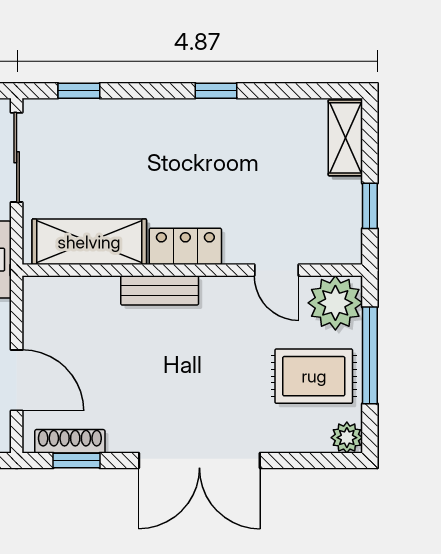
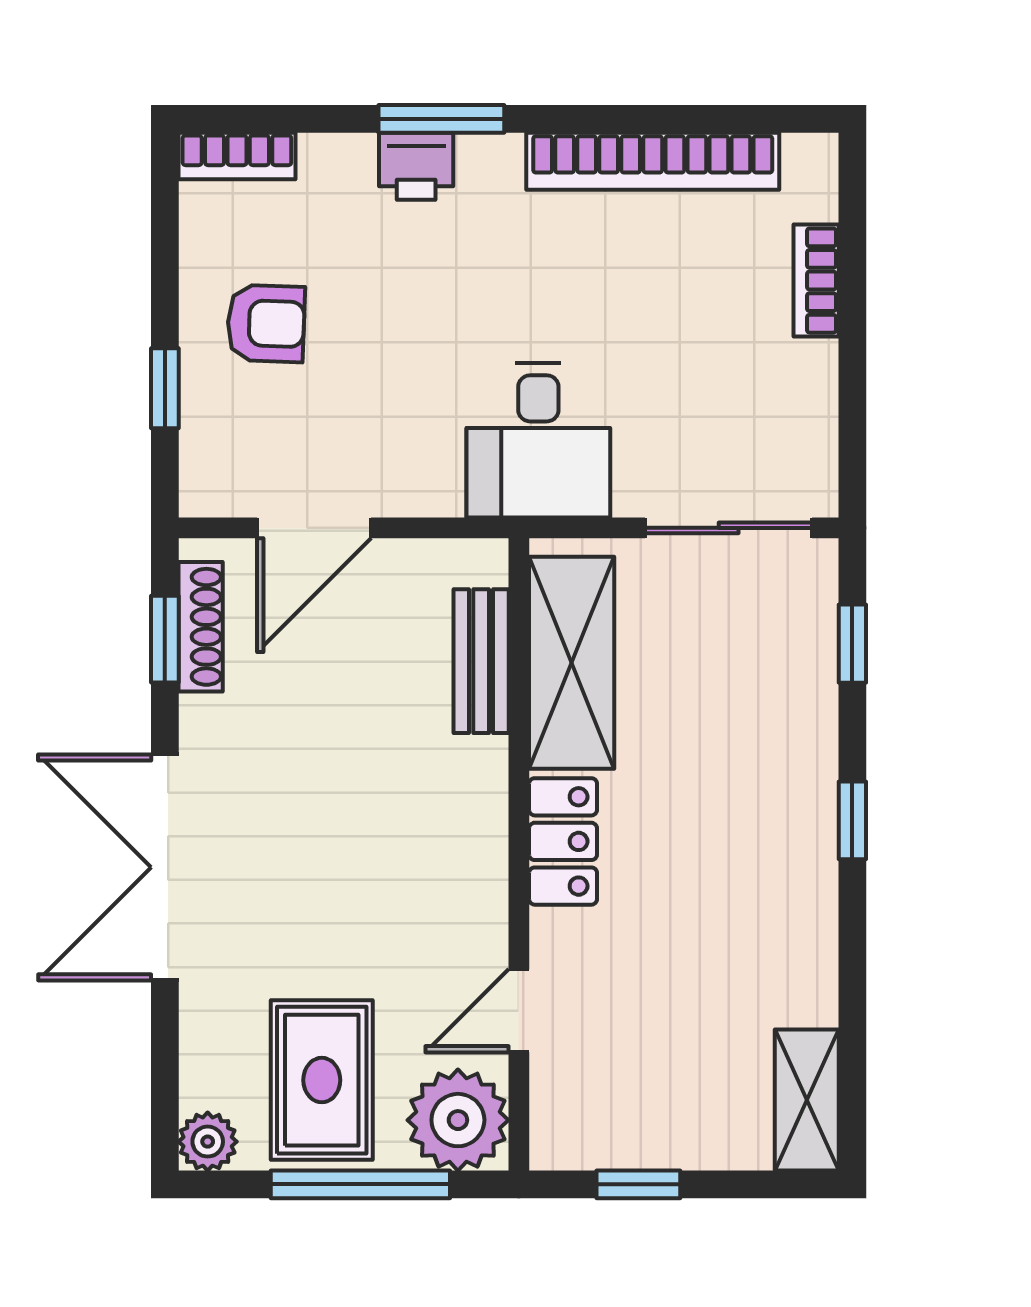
window: (216, 91) -> (852, 820), moved
shelving: (345, 138) -> (807, 1100), moved, turned 90
bench: (160, 290) -> (481, 661), moved

